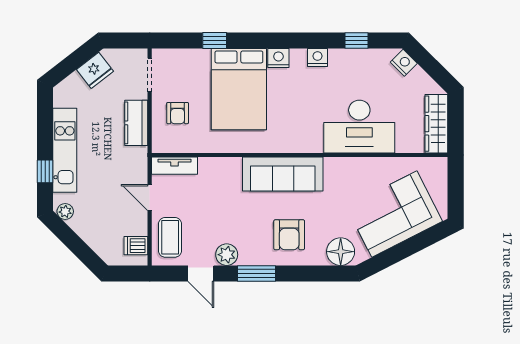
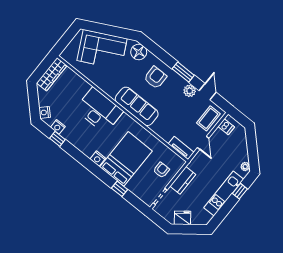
nightstand: (318, 57) -> (58, 127), moved
desk: (359, 127) -> (99, 110), moved

